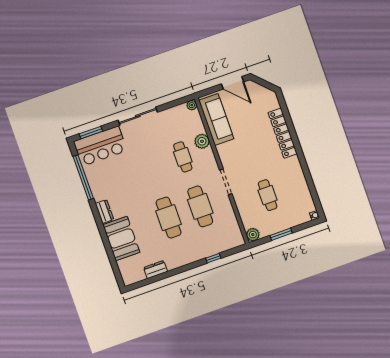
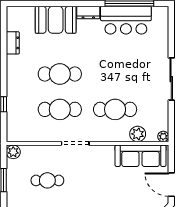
door: (232, 83) -> (171, 185), hinge flipped
window: (91, 132) -> (171, 27), removed
plant: (202, 141) -> (138, 134), moved
bar counter: (100, 146) -> (126, 20), moved, turned -90
cafe table: (183, 157) -> (115, 109), width x1.37, depth x1.35

